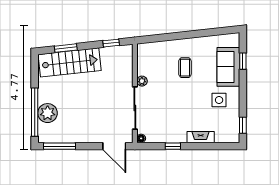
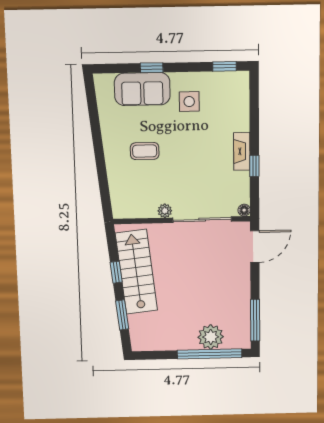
window: (111, 43) -> (116, 272), moved
window: (243, 61) -> (152, 68), moved
stairs: (70, 62) -> (136, 272), moved
fireplace: (201, 137) -> (242, 151), moved

